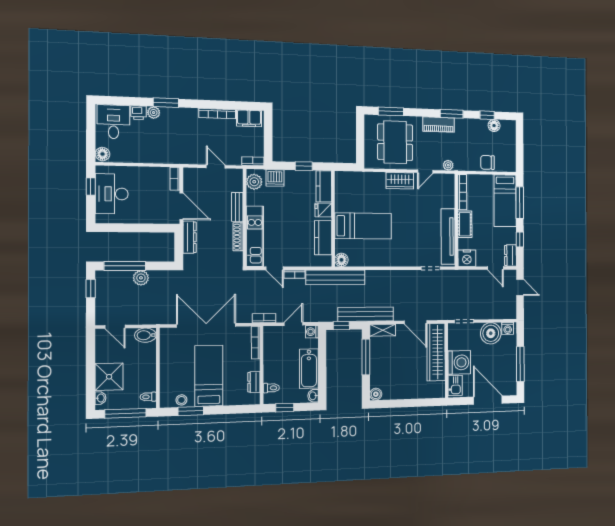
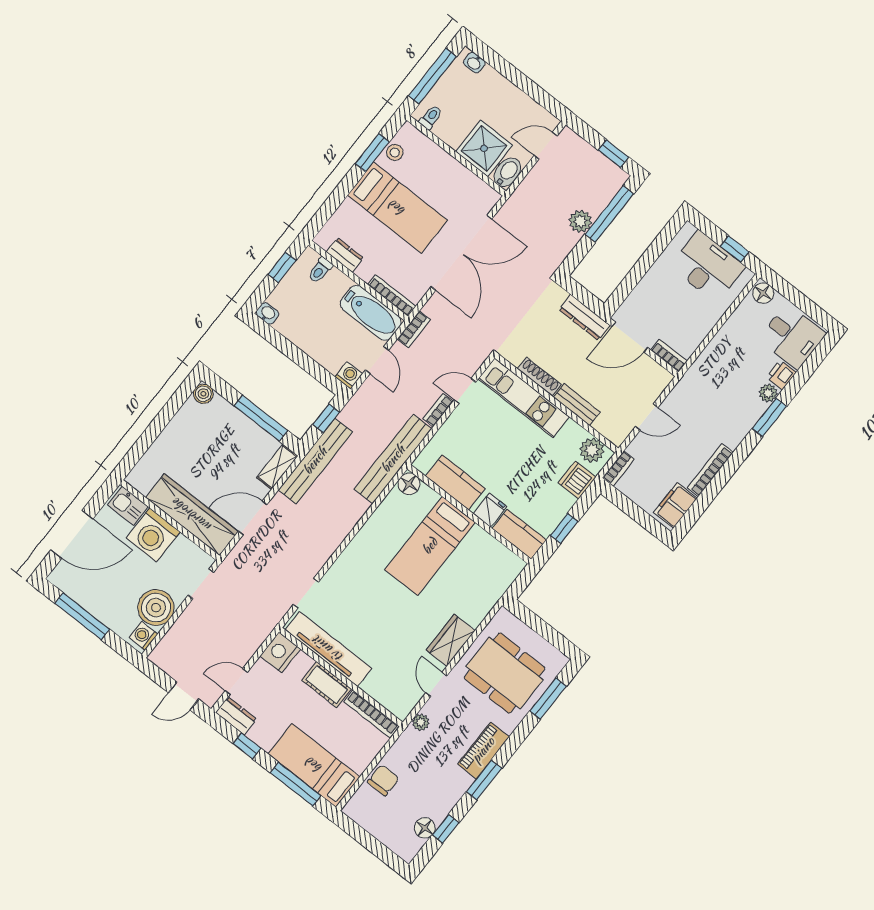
bathtub: (309, 369) -> (371, 313), moved, turned 180
shower: (109, 377) -> (484, 148), moved

